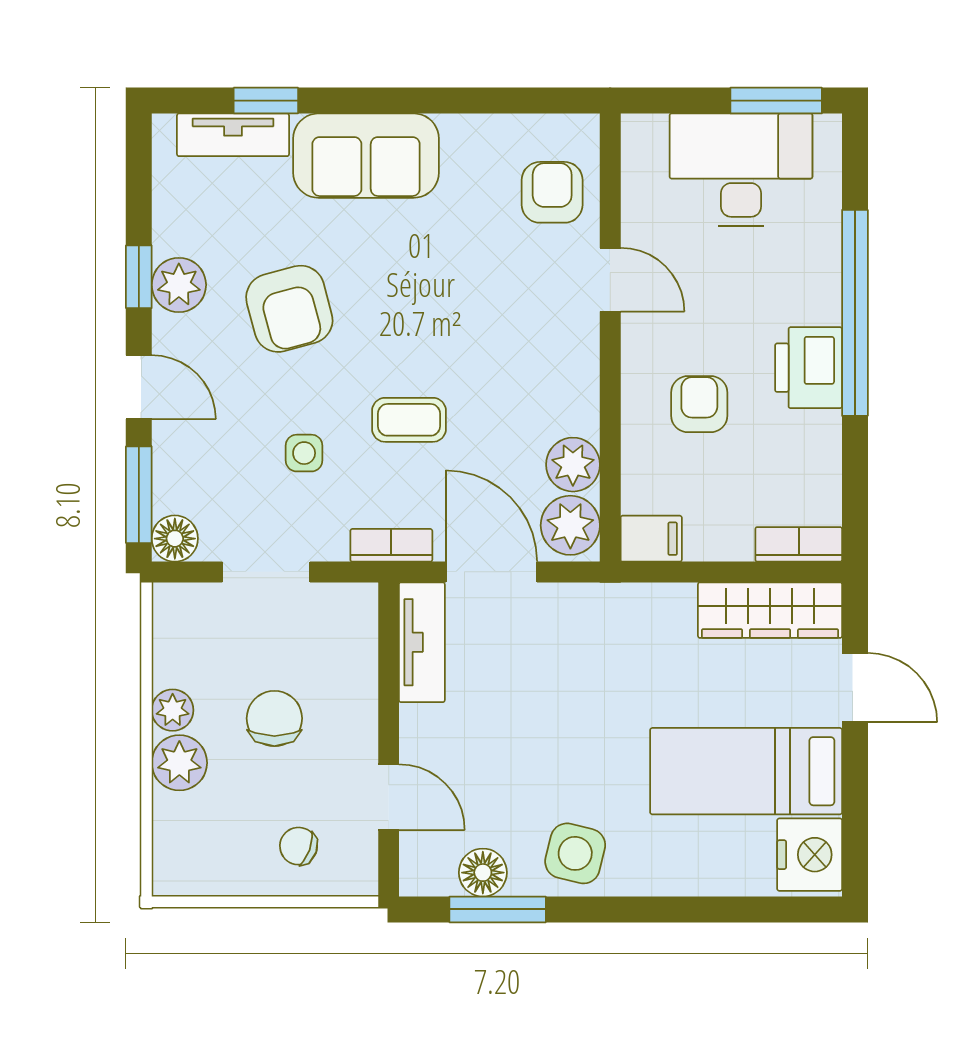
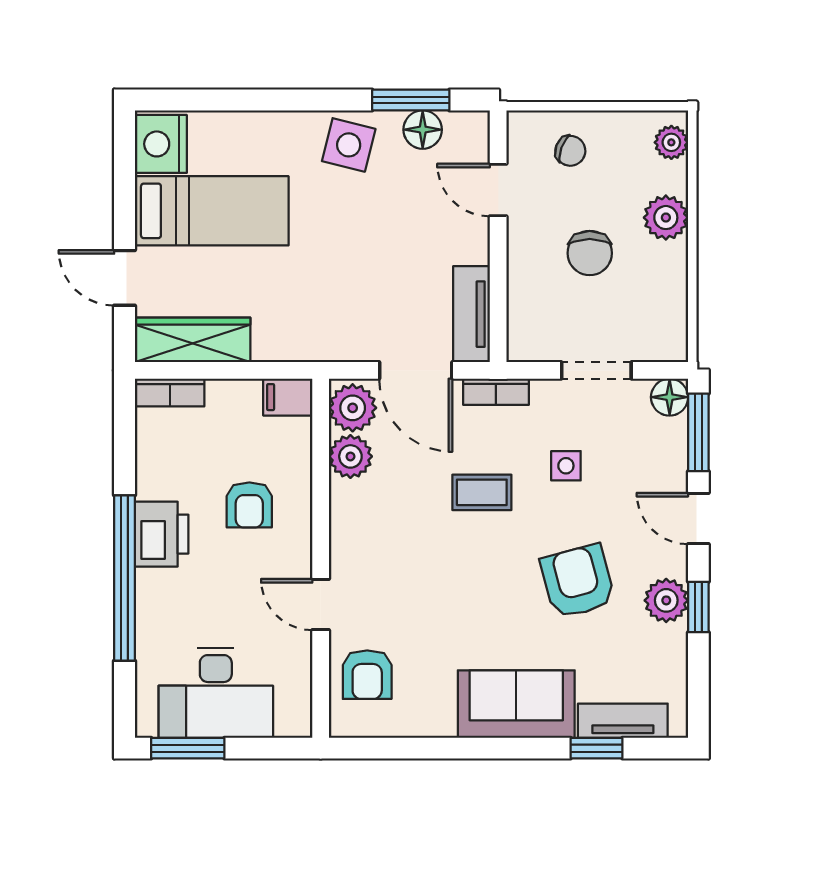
plant: (173, 710) -> (671, 142), moved

